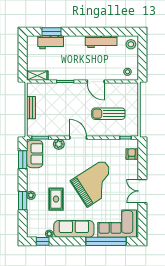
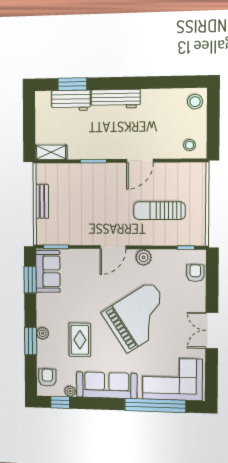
workbench: (101, 42) -> (116, 99), moved
door: (96, 82) -> (140, 161), hinge flipped
door: (78, 138) -> (113, 247), swing flipped
plant: (59, 144) -> (144, 257), moved
armchair: (34, 225) -> (47, 378), added

